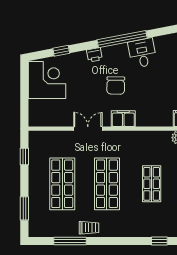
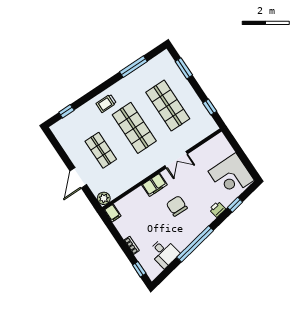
desk: (142, 53) -> (164, 253), moved
printer: (94, 55) -> (217, 209), moved
trolley: (89, 228) -> (106, 103), moved

